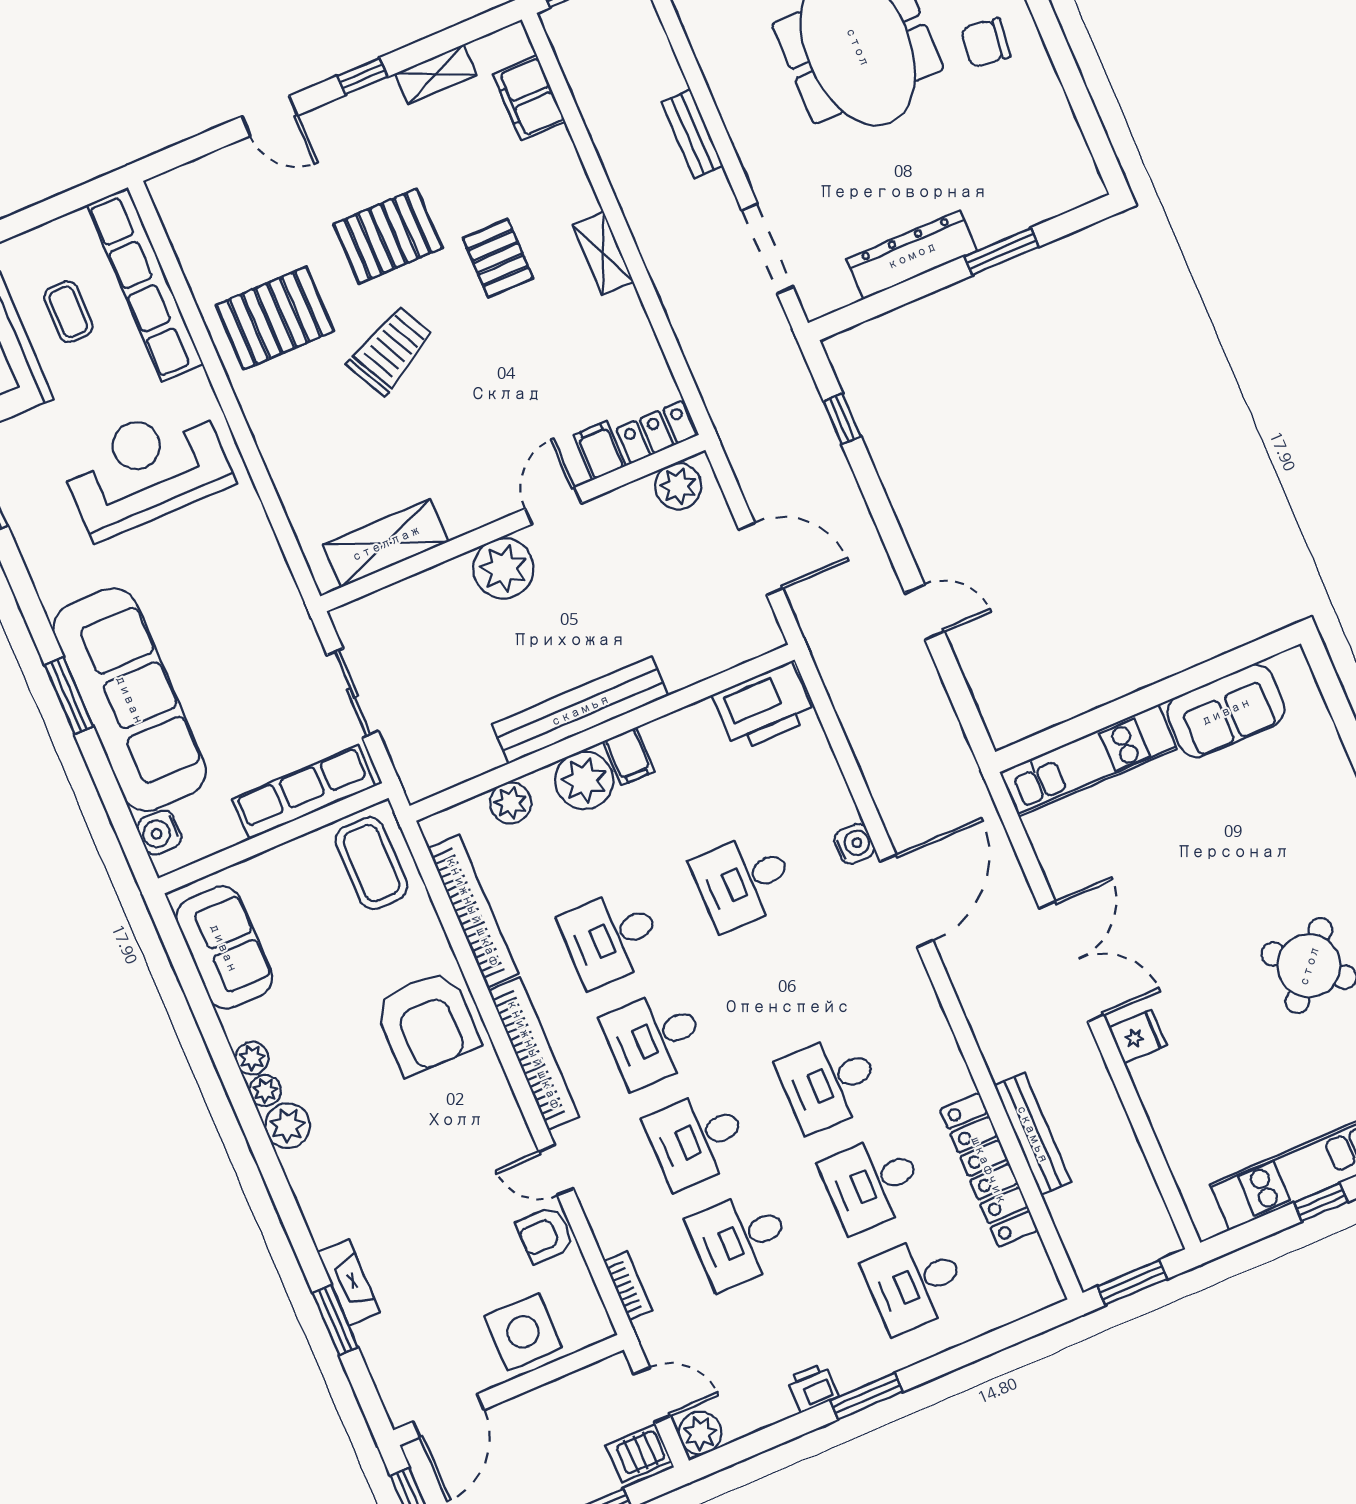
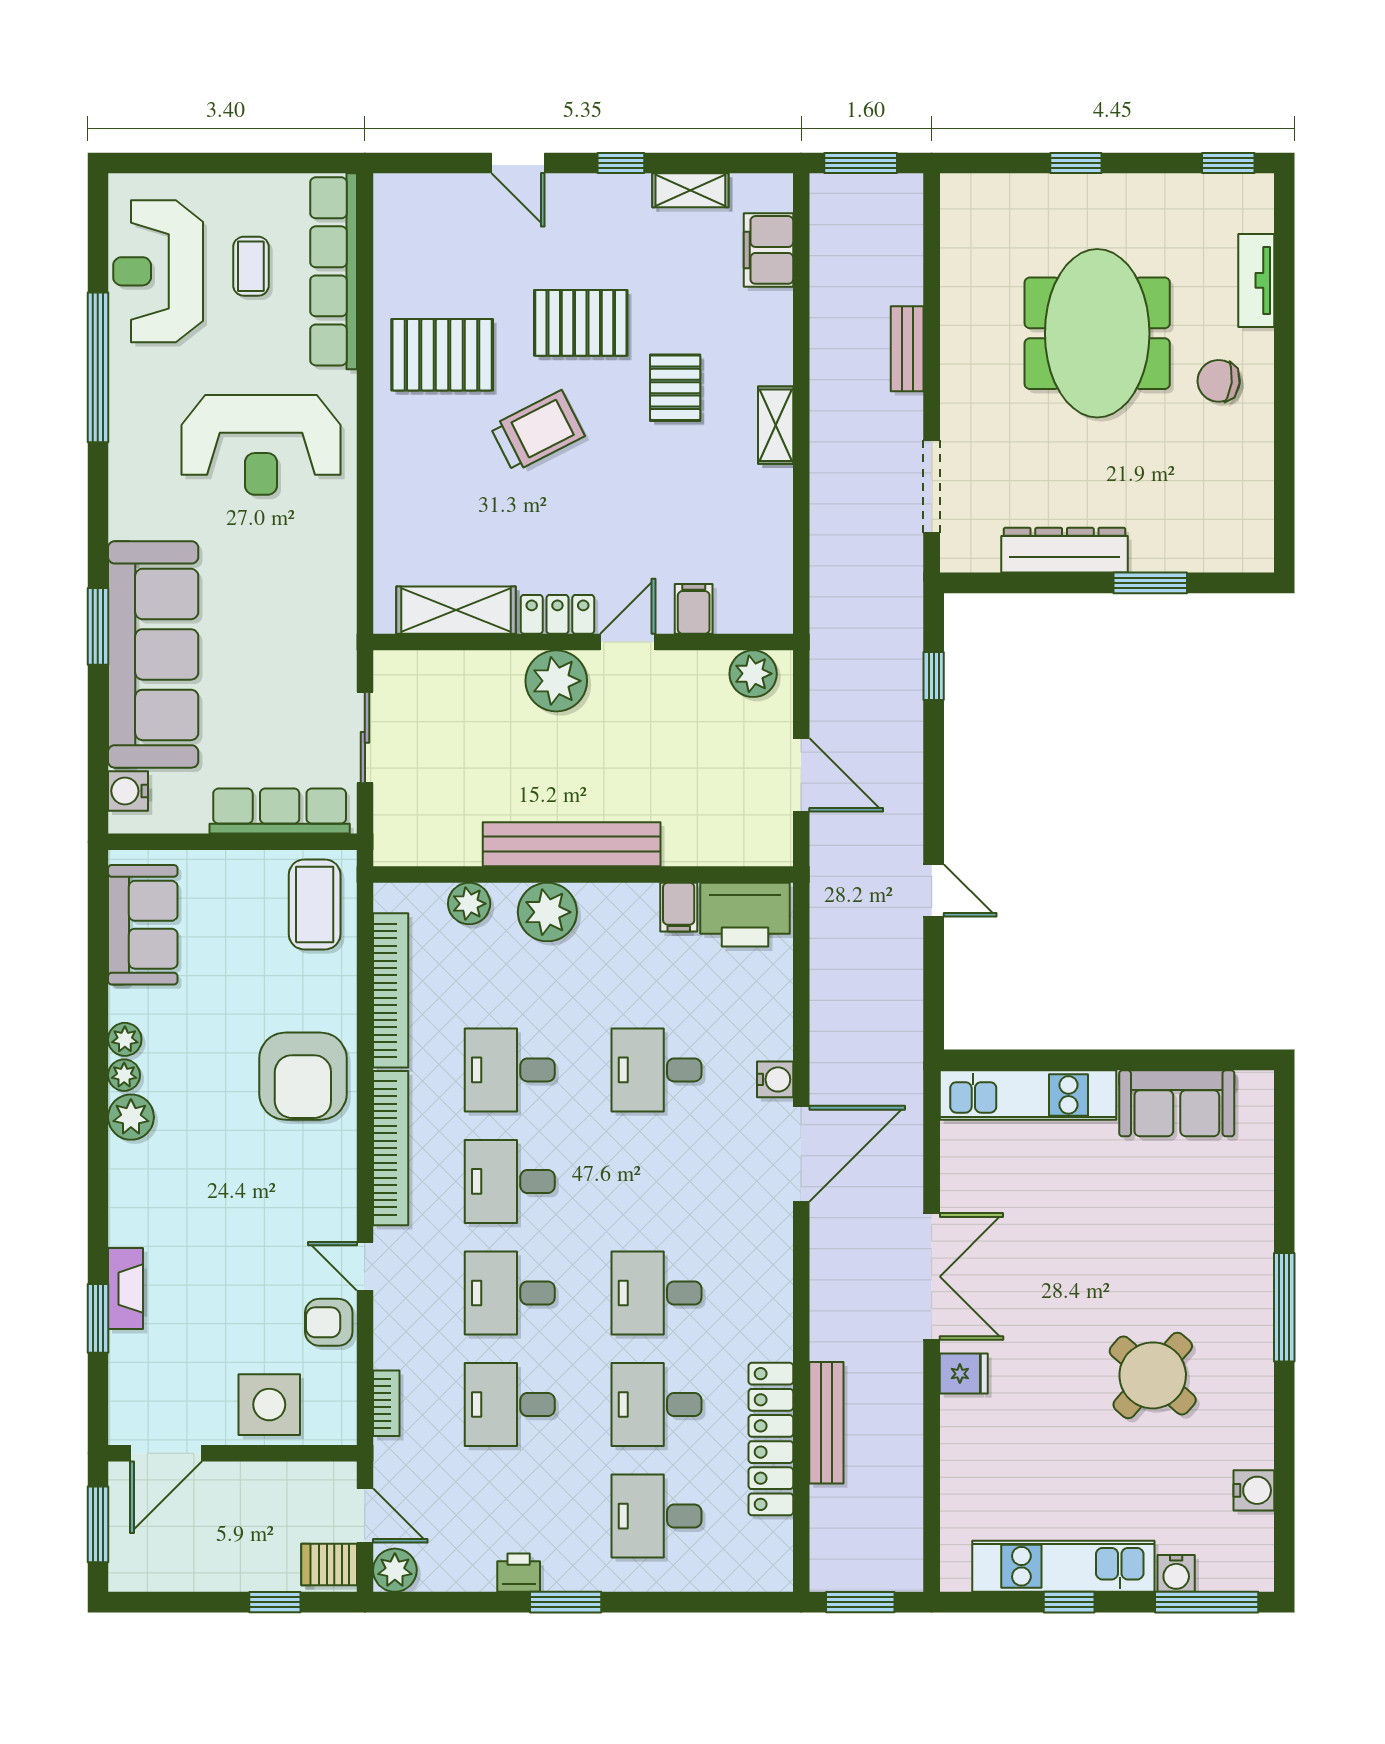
locker: (657, 432) -> (557, 614), moved
reception desk: (146, 469) -> (261, 445), turned 180
filing cabinet: (629, 756) -> (679, 907), moved

